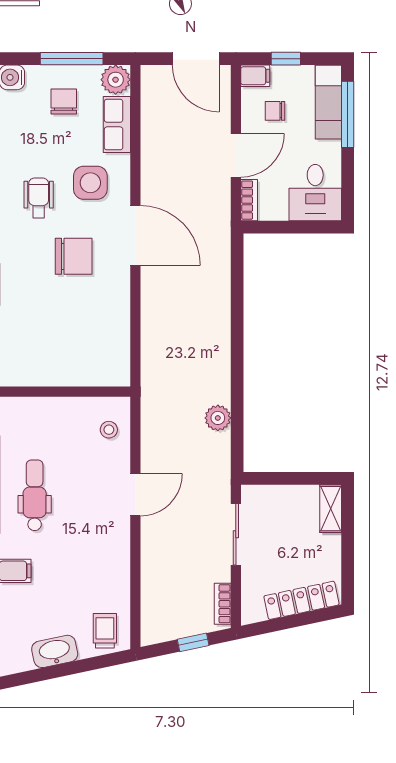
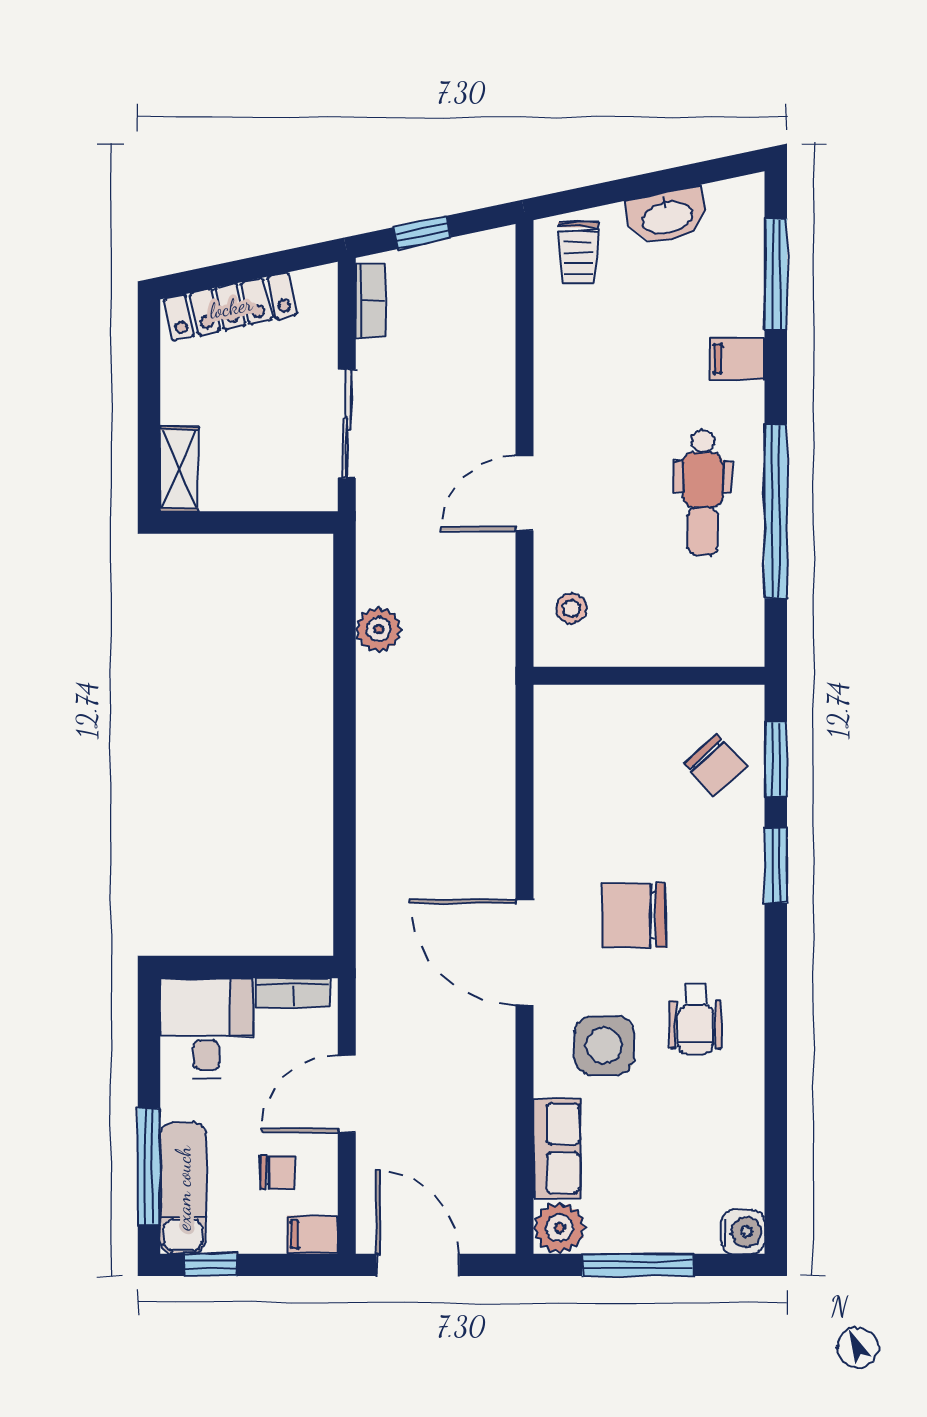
window: (286, 59) -> (211, 1265), moved
chair: (64, 102) -> (716, 765), moved, turned -42
bookcase: (249, 200) -> (293, 993), moved, turned -90

